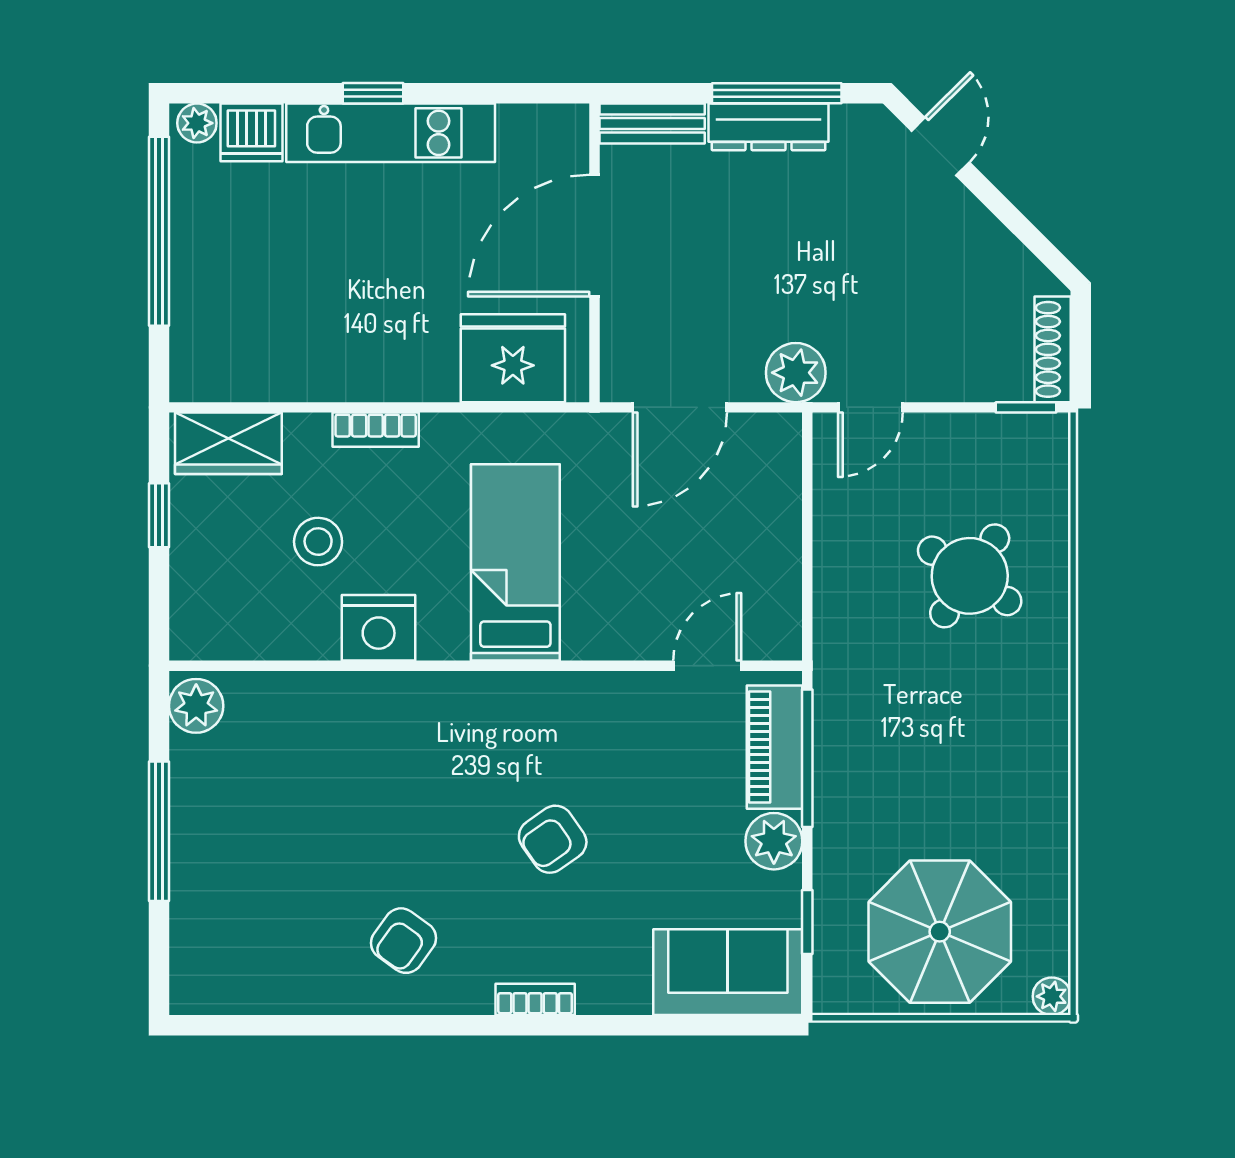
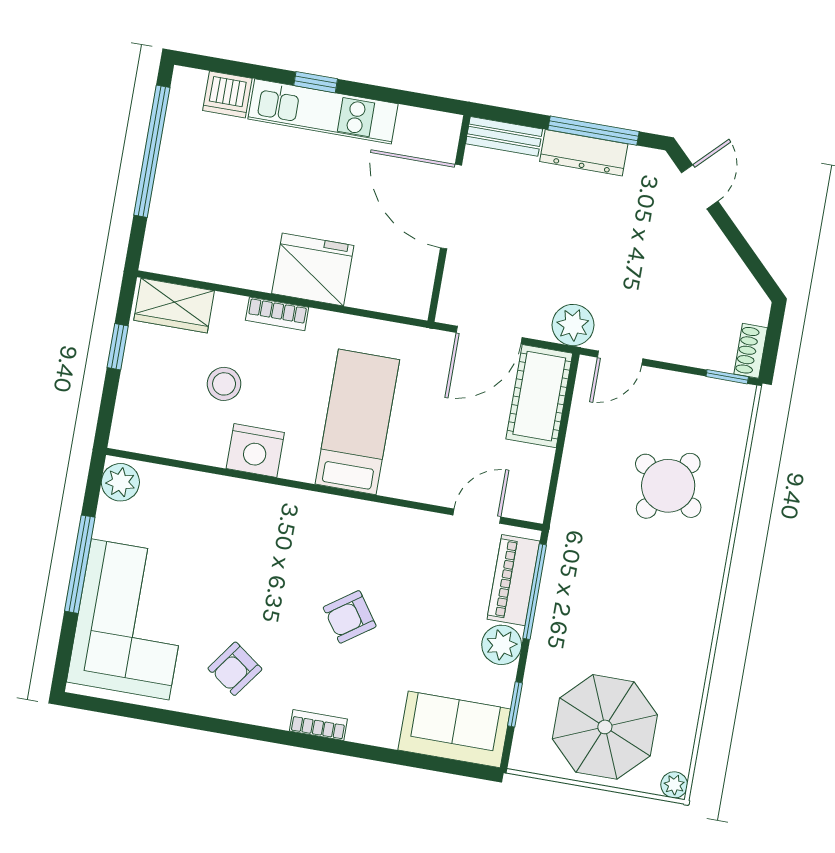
plant: (197, 123) -> (191, 81), removed
door: (595, 236) -> (451, 207), hinge flipped
shoe rack: (1053, 349) -> (751, 351), width x0.70
fridge: (513, 358) -> (313, 269), moved
cot: (766, 481) -> (539, 396), added
corner sofa: (244, 897) -> (130, 619), added

